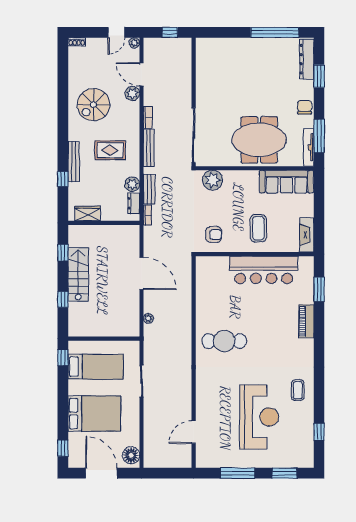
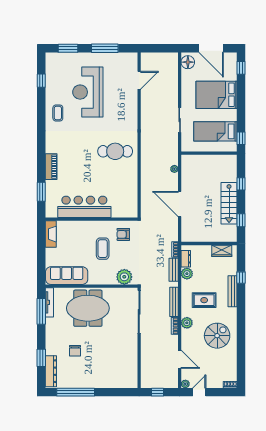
plant: (132, 93) -> (187, 323), moved
chair: (305, 107) -> (75, 351), moved
coffee table: (258, 228) -> (103, 249), moved

